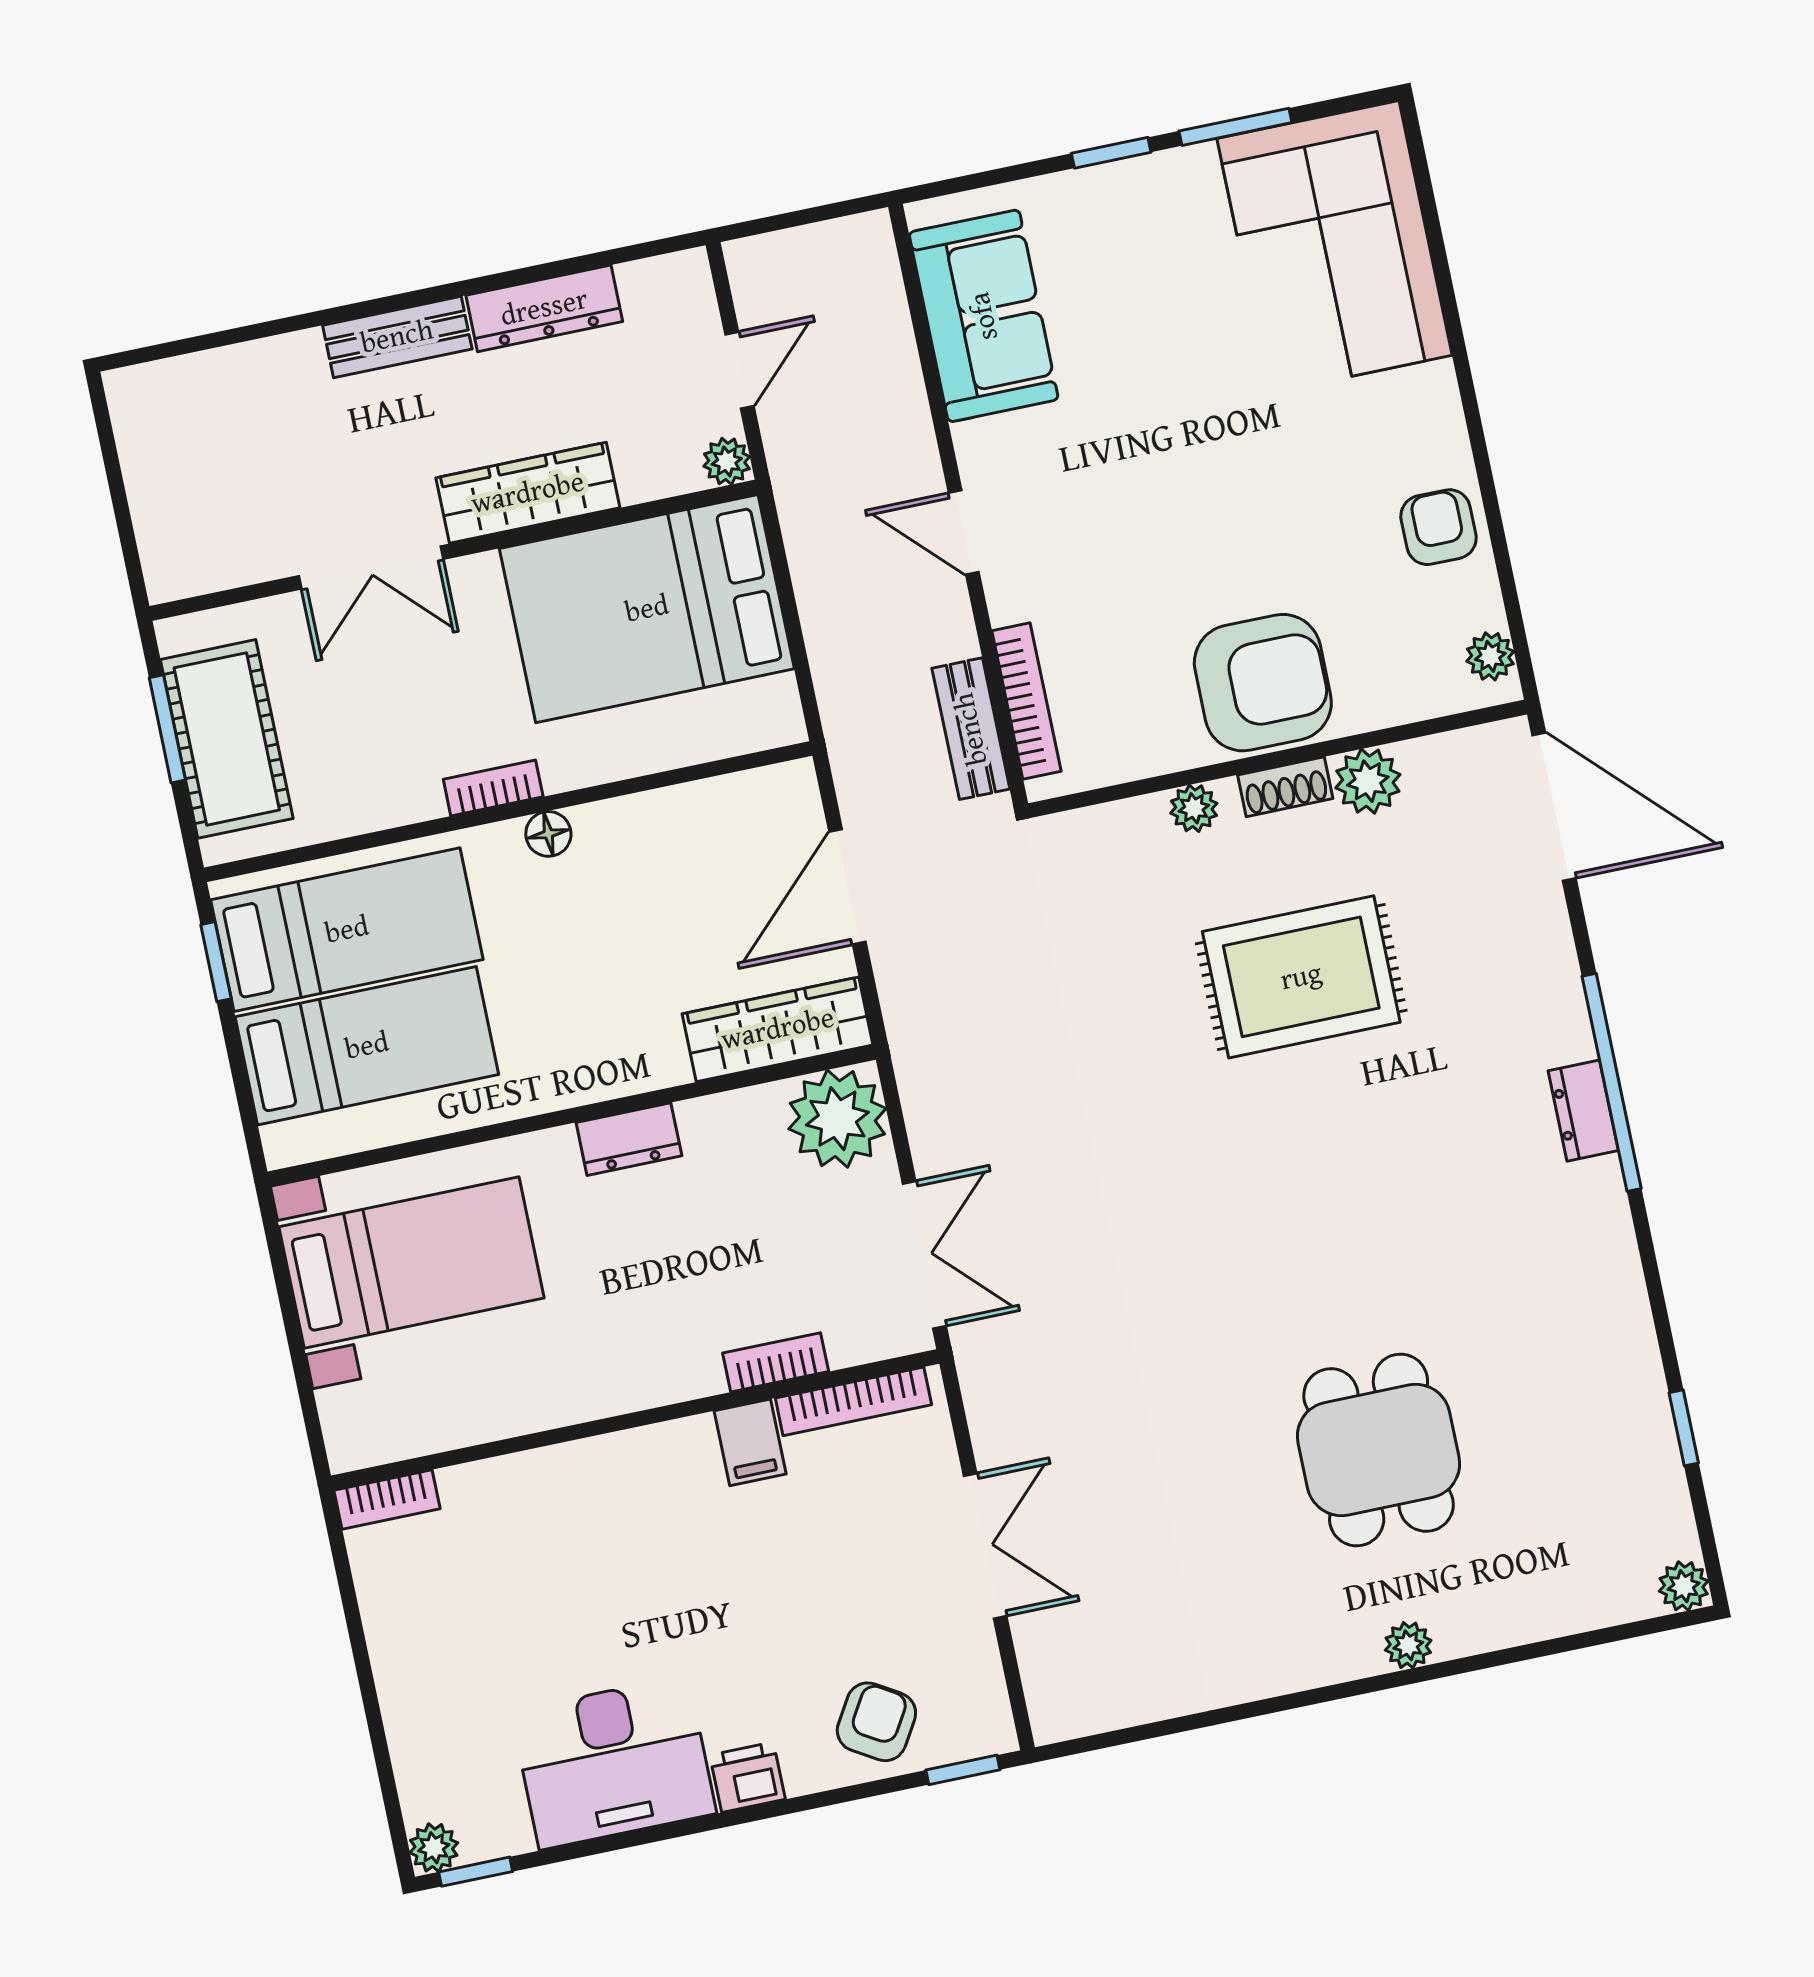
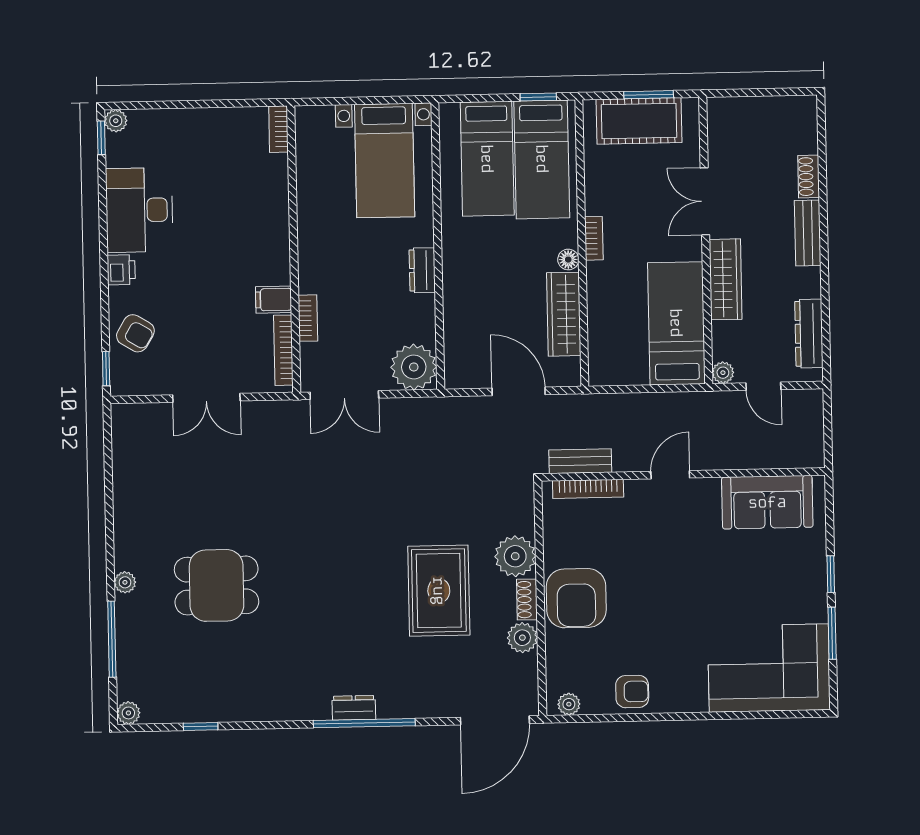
dresser: (544, 308) -> (809, 334), moved
shoe rack: (277, 357) -> (809, 177), added
bed: (647, 609) -> (676, 323), width x0.67
plant: (1194, 808) -> (515, 556), width x1.87, depth x1.87
wardrobe: (778, 1029) -> (564, 314), moved, turned 180
window: (1534, 1651) -> (112, 639), added

